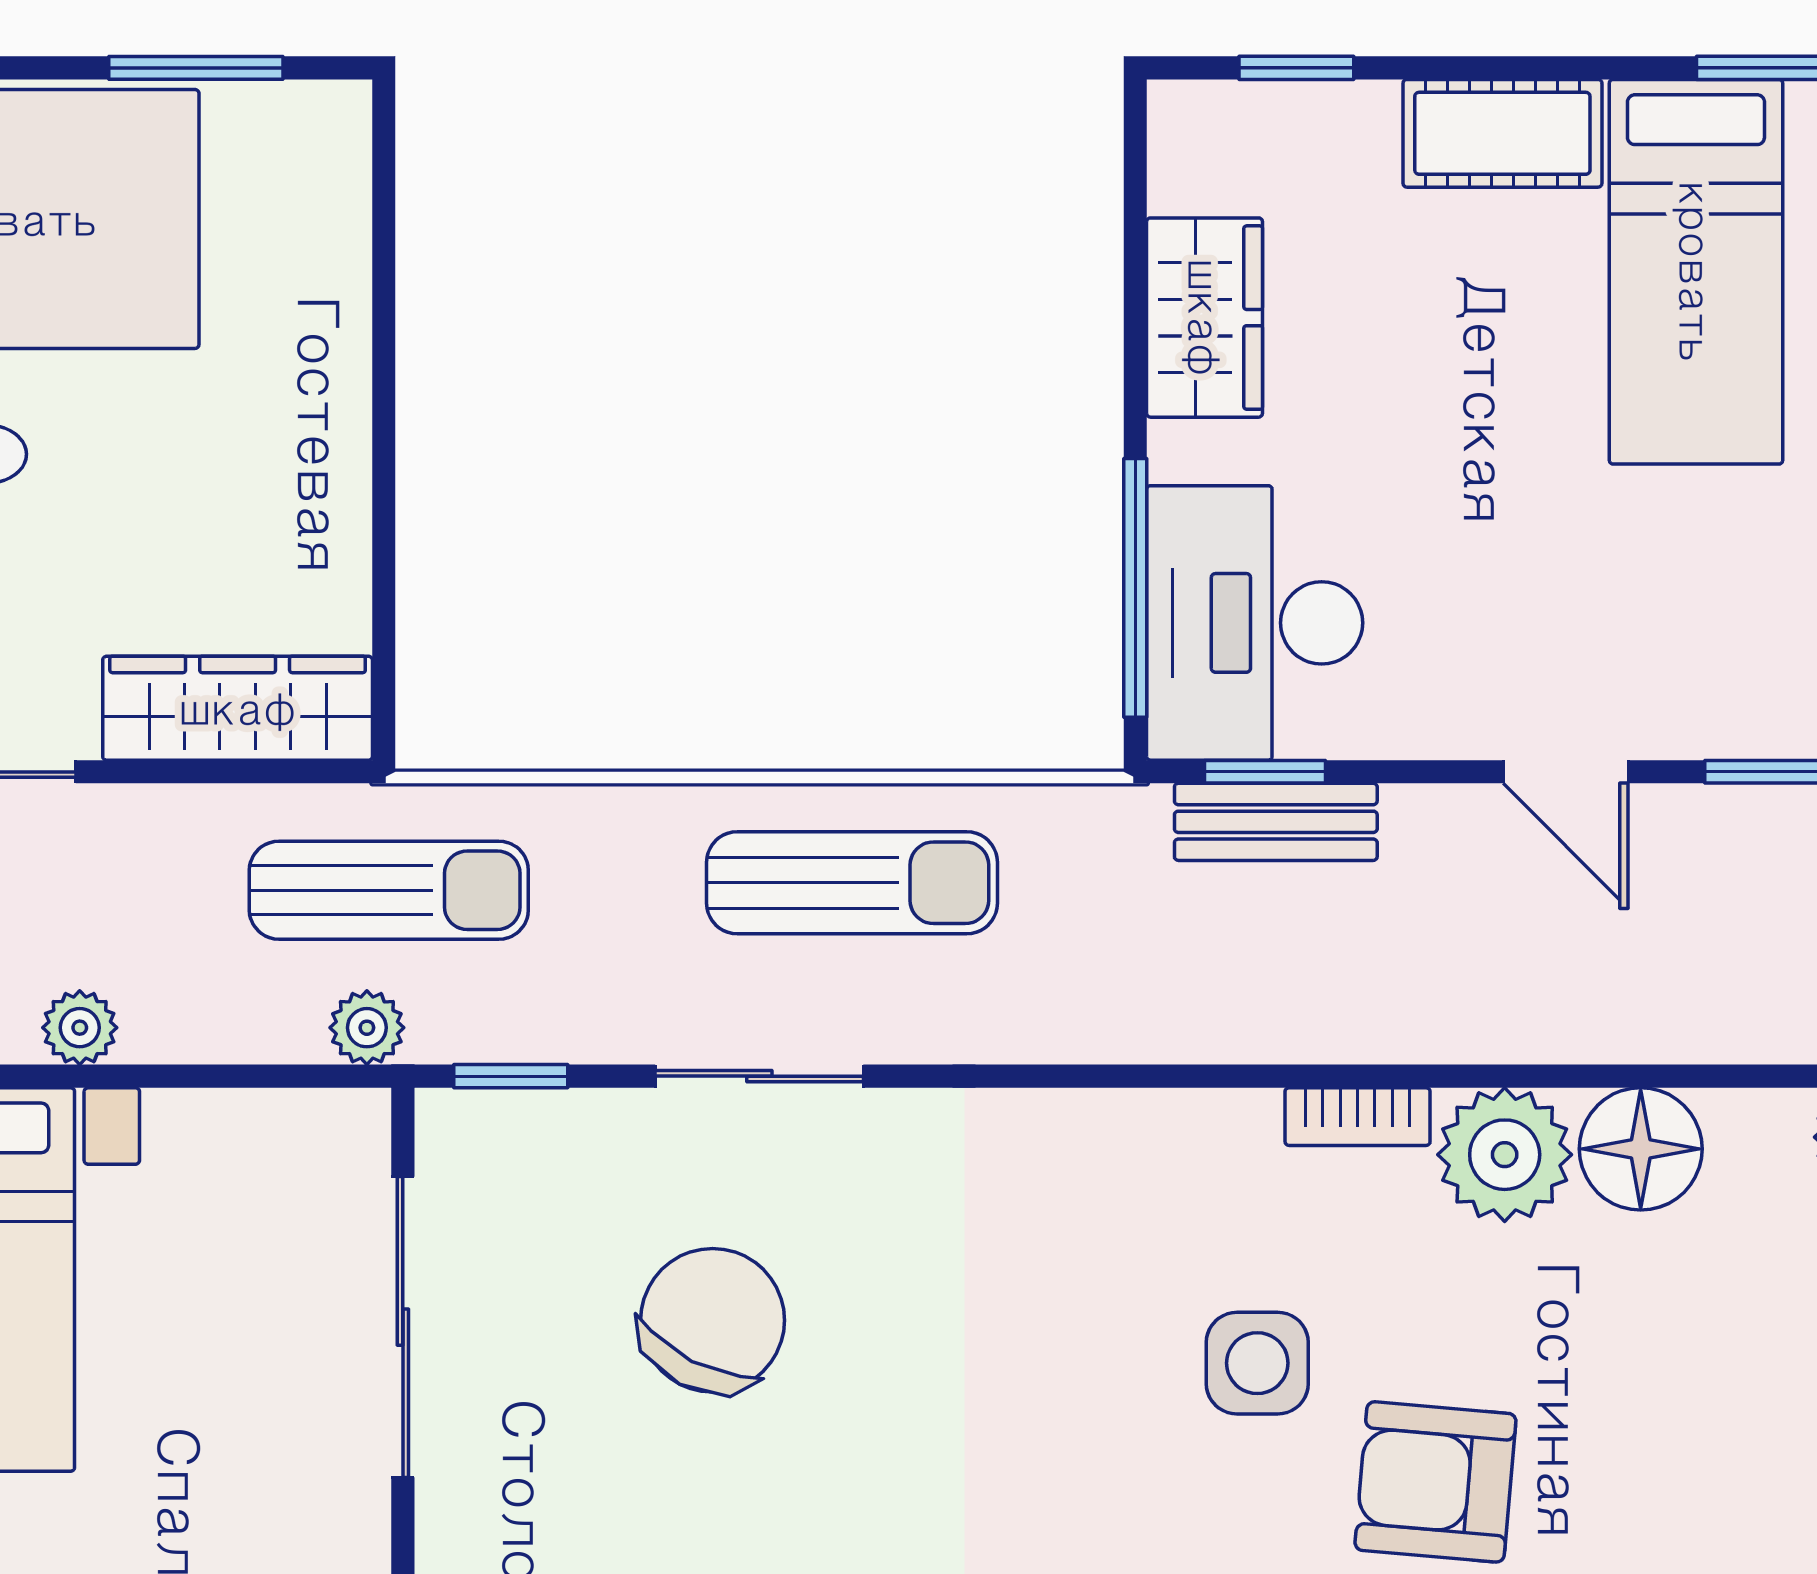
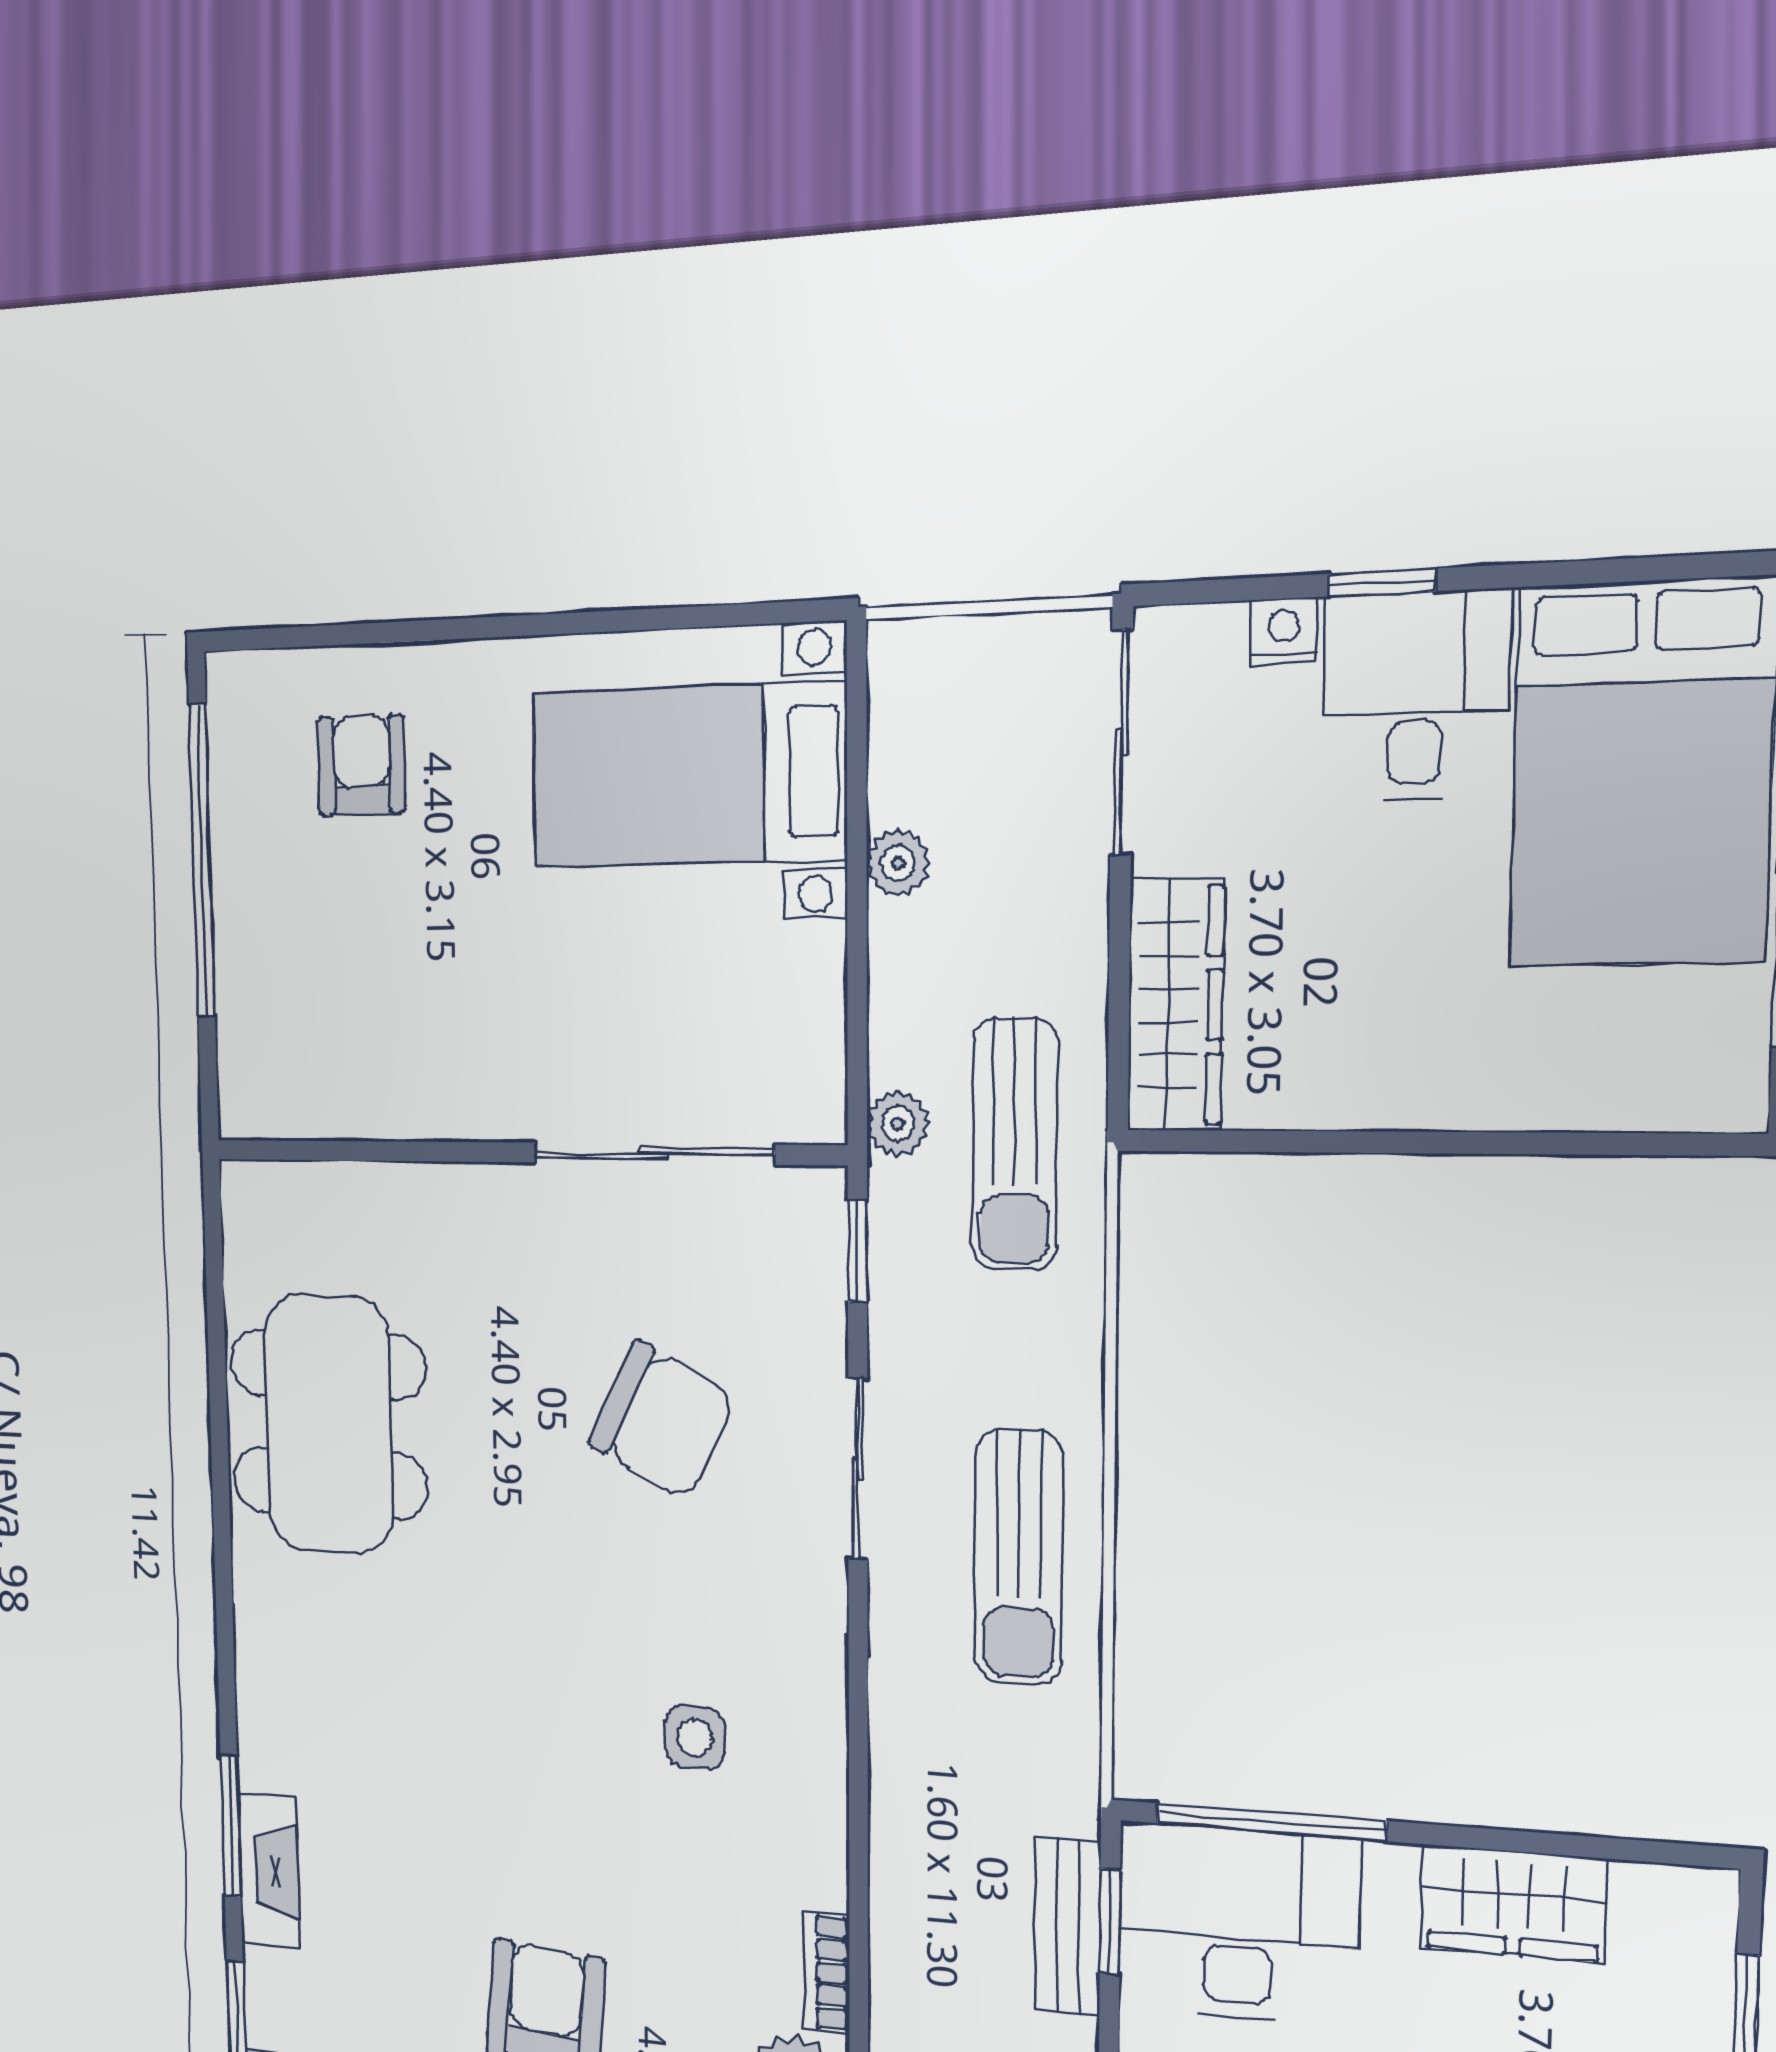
side table: (1257, 1363) -> (695, 1737), moved, width x0.73, depth x0.73

